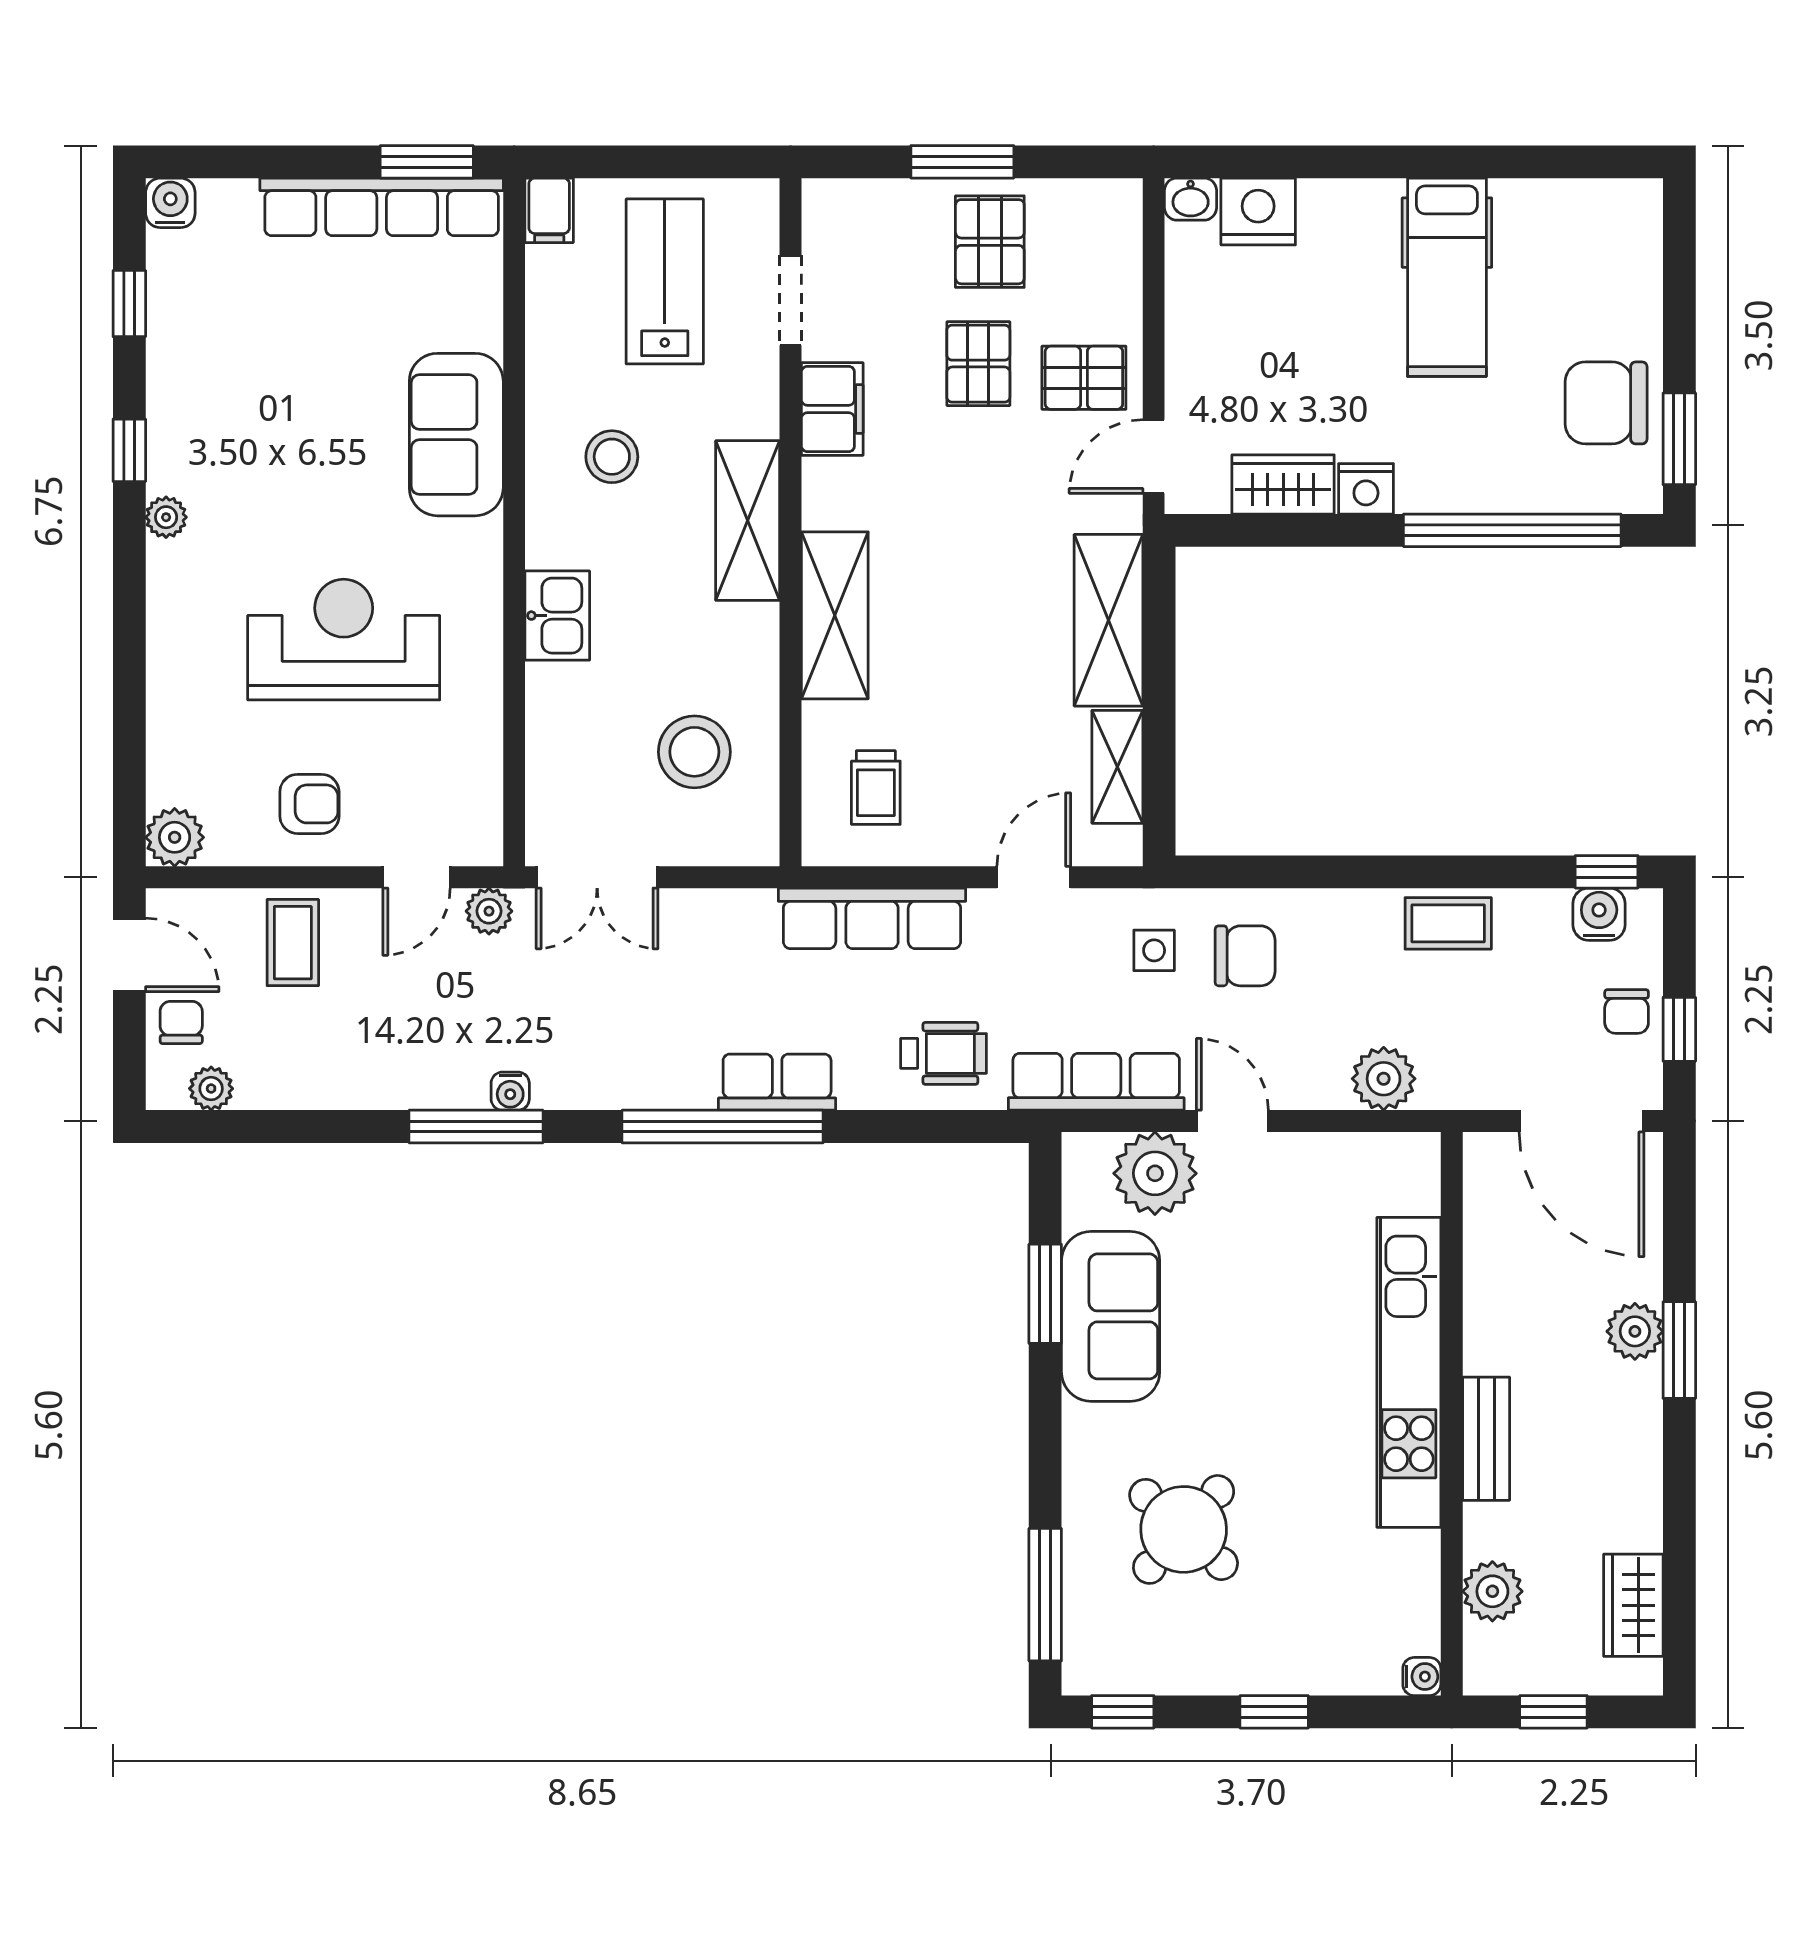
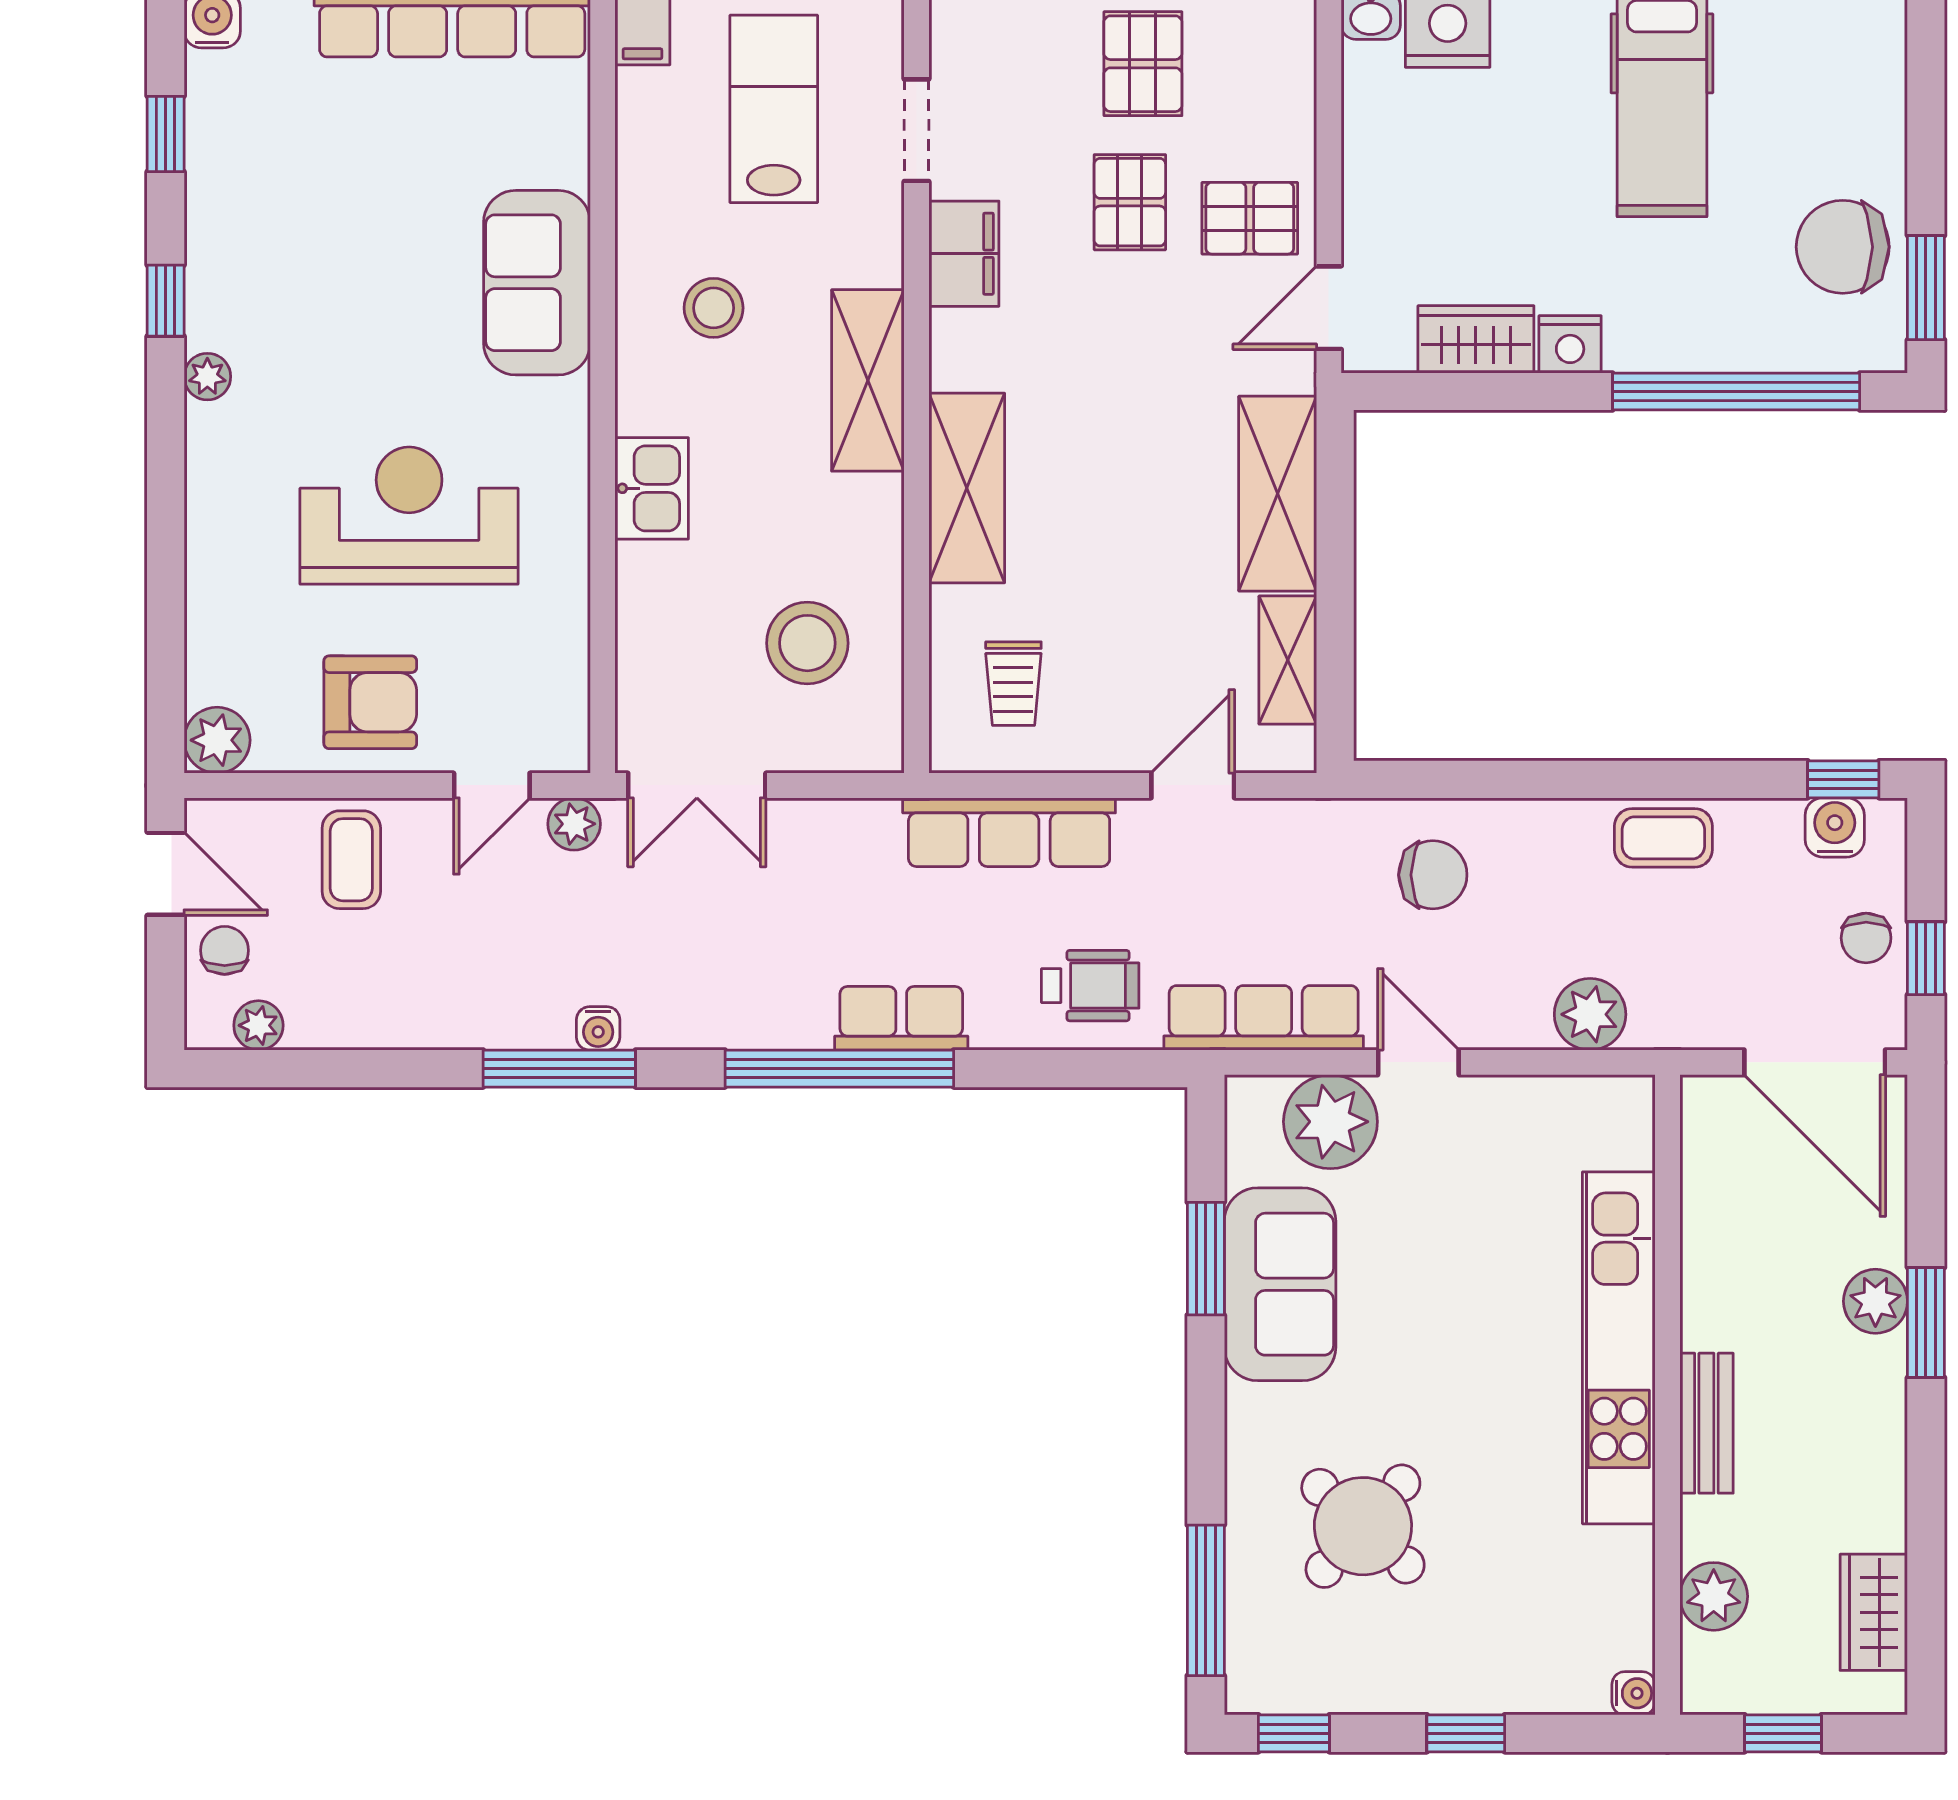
armchair: (309, 804) -> (370, 702), width x1.38, depth x1.38
side table: (1154, 950) -> (1329, 869), removed

